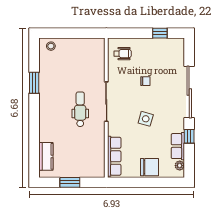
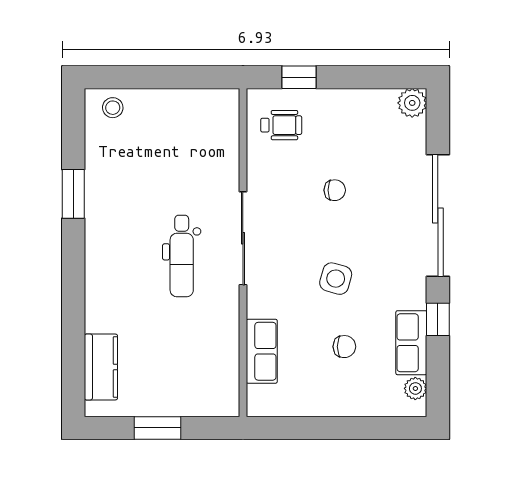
window: (160, 33) -> (299, 77), moved
plant: (178, 44) -> (412, 103), added
dental chair: (80, 109) -> (182, 256), turned 180
row of seats: (114, 156) -> (262, 351), width x0.68
chair: (150, 167) -> (344, 347), moved, width x0.54, depth x0.54

